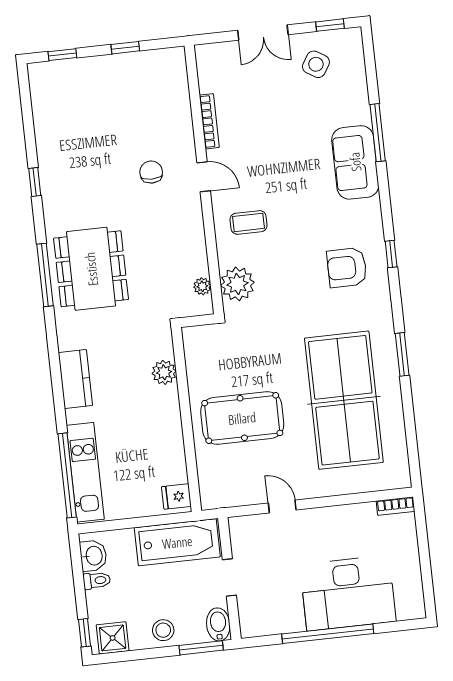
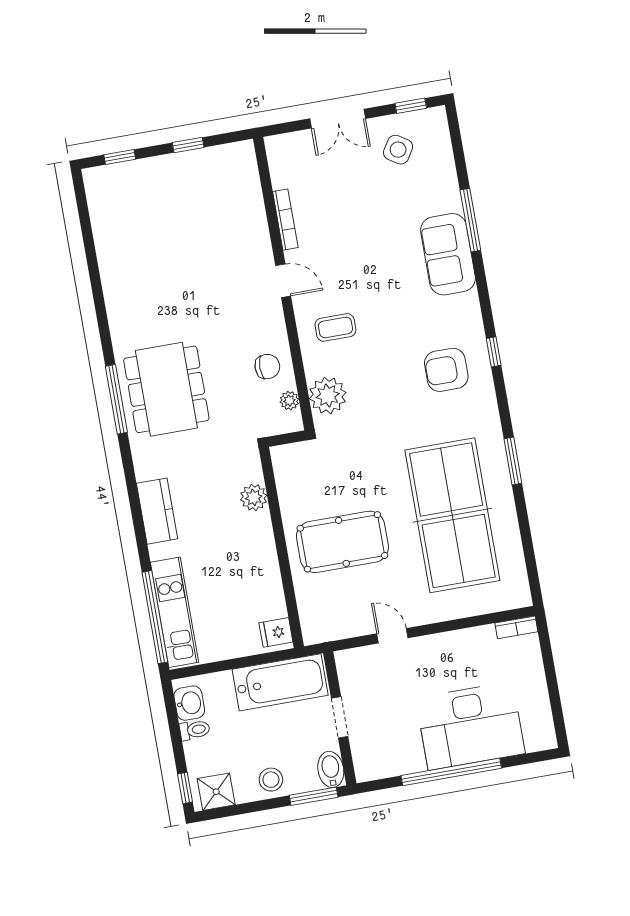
chair: (151, 172) -> (267, 367), moved, turned 90
window: (35, 182) -> (99, 298), removed

